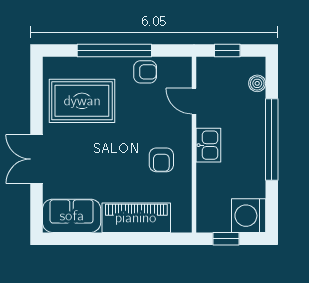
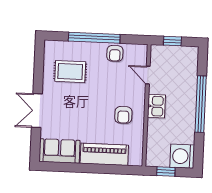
armchair: (145, 72) -> (115, 53), turned 90
boiler: (257, 83) -> (192, 65), removed
rug: (82, 101) -> (70, 72), width x0.73, depth x0.70

